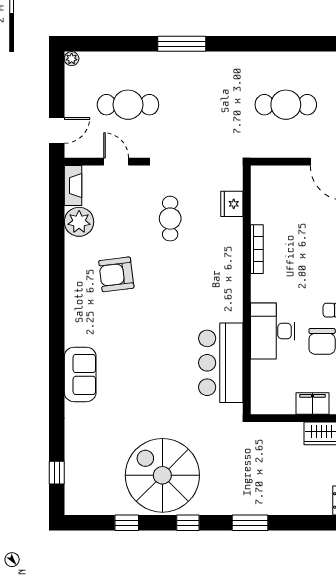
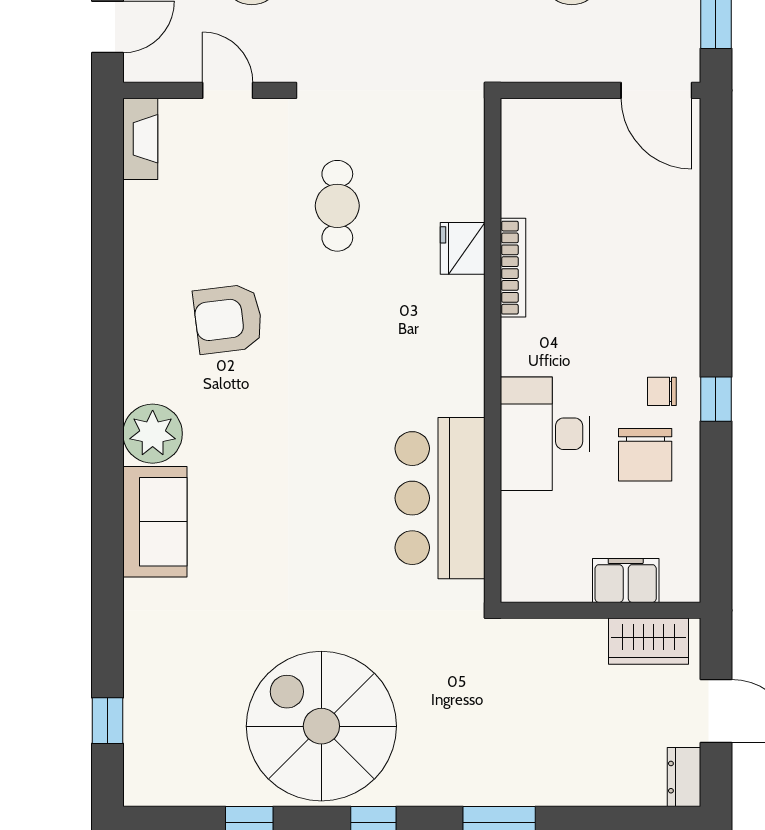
fridge: (232, 204) -> (463, 248), moved
plant: (79, 222) -> (153, 434), moved

